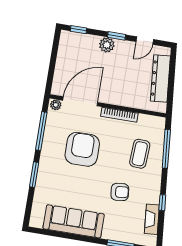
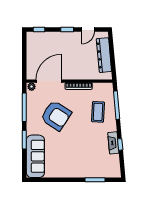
plant: (107, 45) -> (61, 37), removed
armchair: (82, 149) -> (56, 116), turned 123
armchair: (120, 192) -> (88, 142), removed
fireplace: (152, 219) -> (113, 143), moved
sofa: (74, 221) -> (35, 156), moved, turned 90

